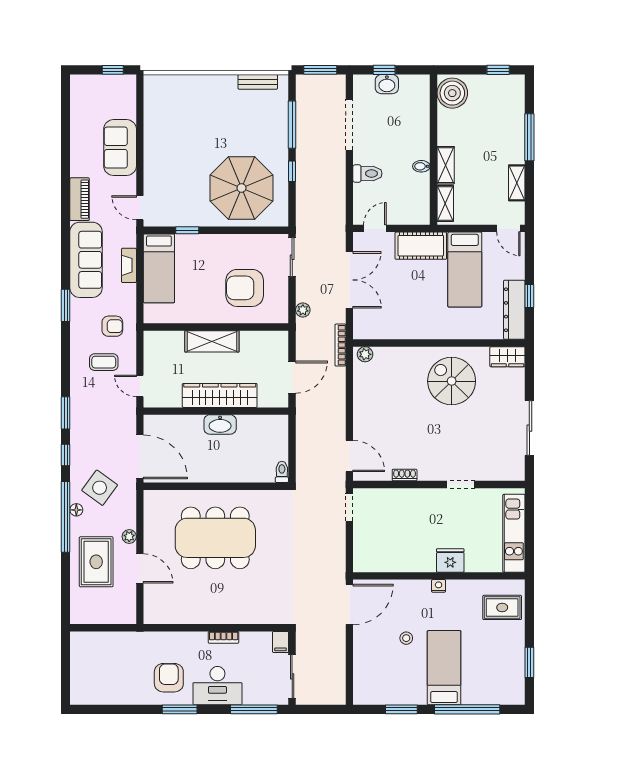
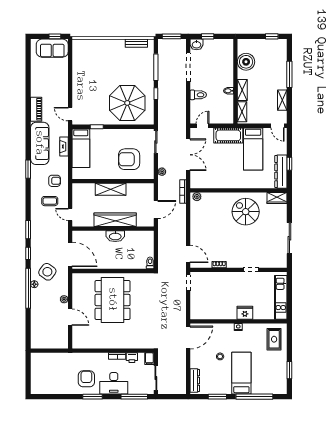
washbasin: (387, 84) -> (197, 44), moved
boiler: (452, 93) -> (246, 62), moved
sofa: (120, 148) -> (52, 48), moved, turned -90
dining table: (215, 538) -> (113, 300), turned 90
rug: (96, 562) -> (45, 313), removed
rug: (502, 607) -> (274, 339), turned 90
printer: (250, 640) -> (132, 358), added
dresser: (361, 681) -> (195, 381), added

